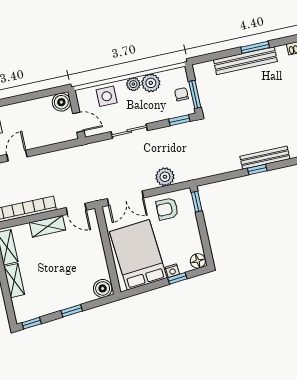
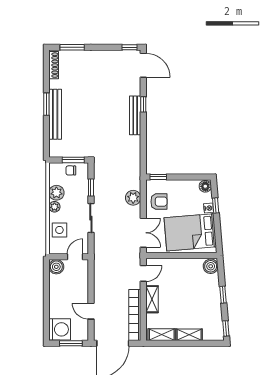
window: (179, 120) -> (91, 187), moved
window: (257, 169) -> (143, 104), moved
armchair: (167, 209) -> (159, 202), turned -90

